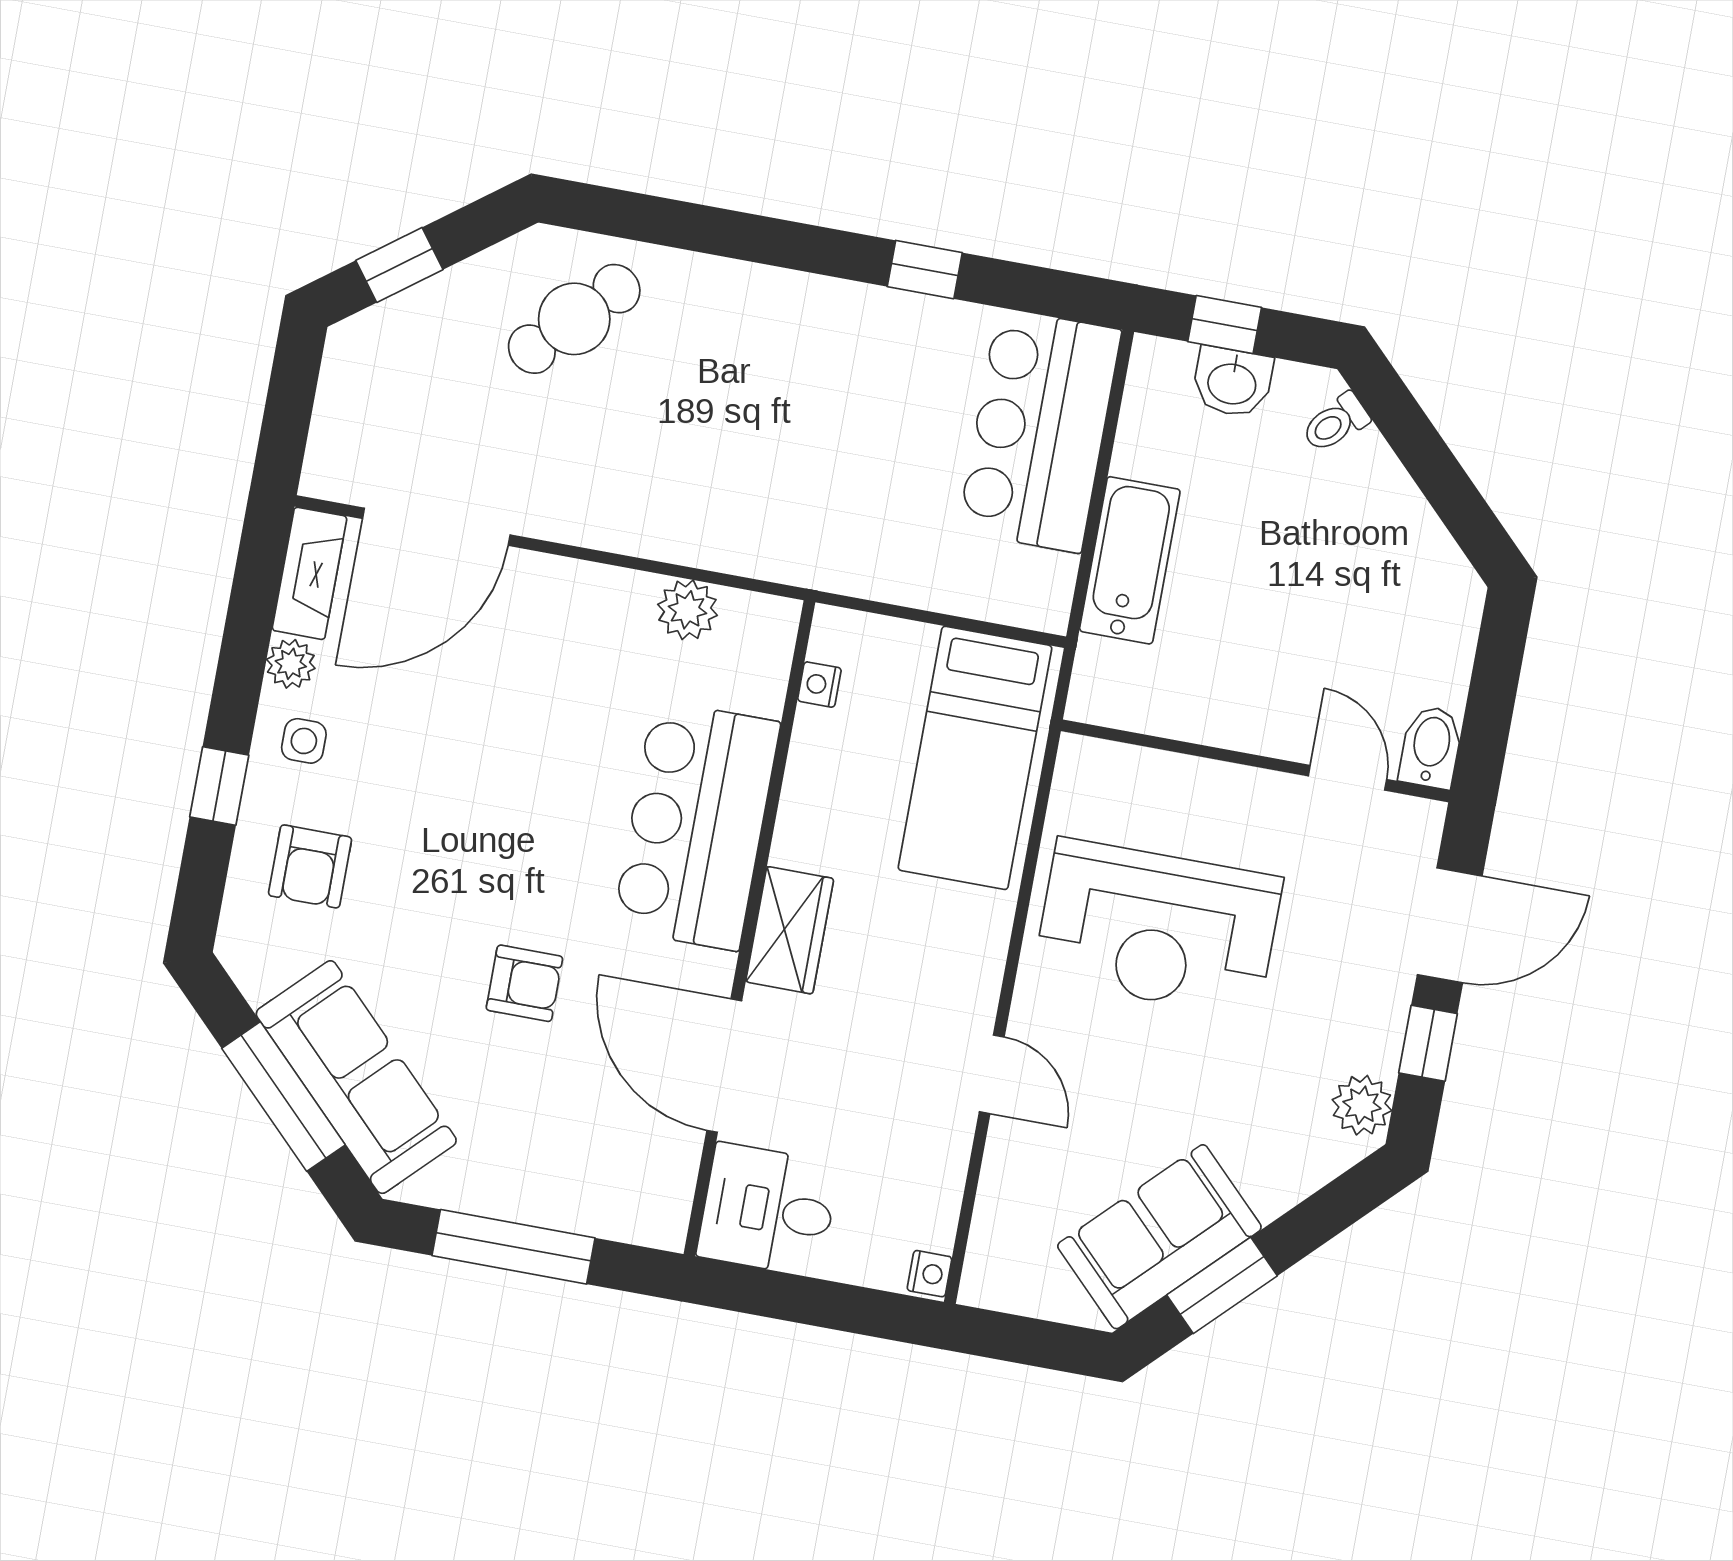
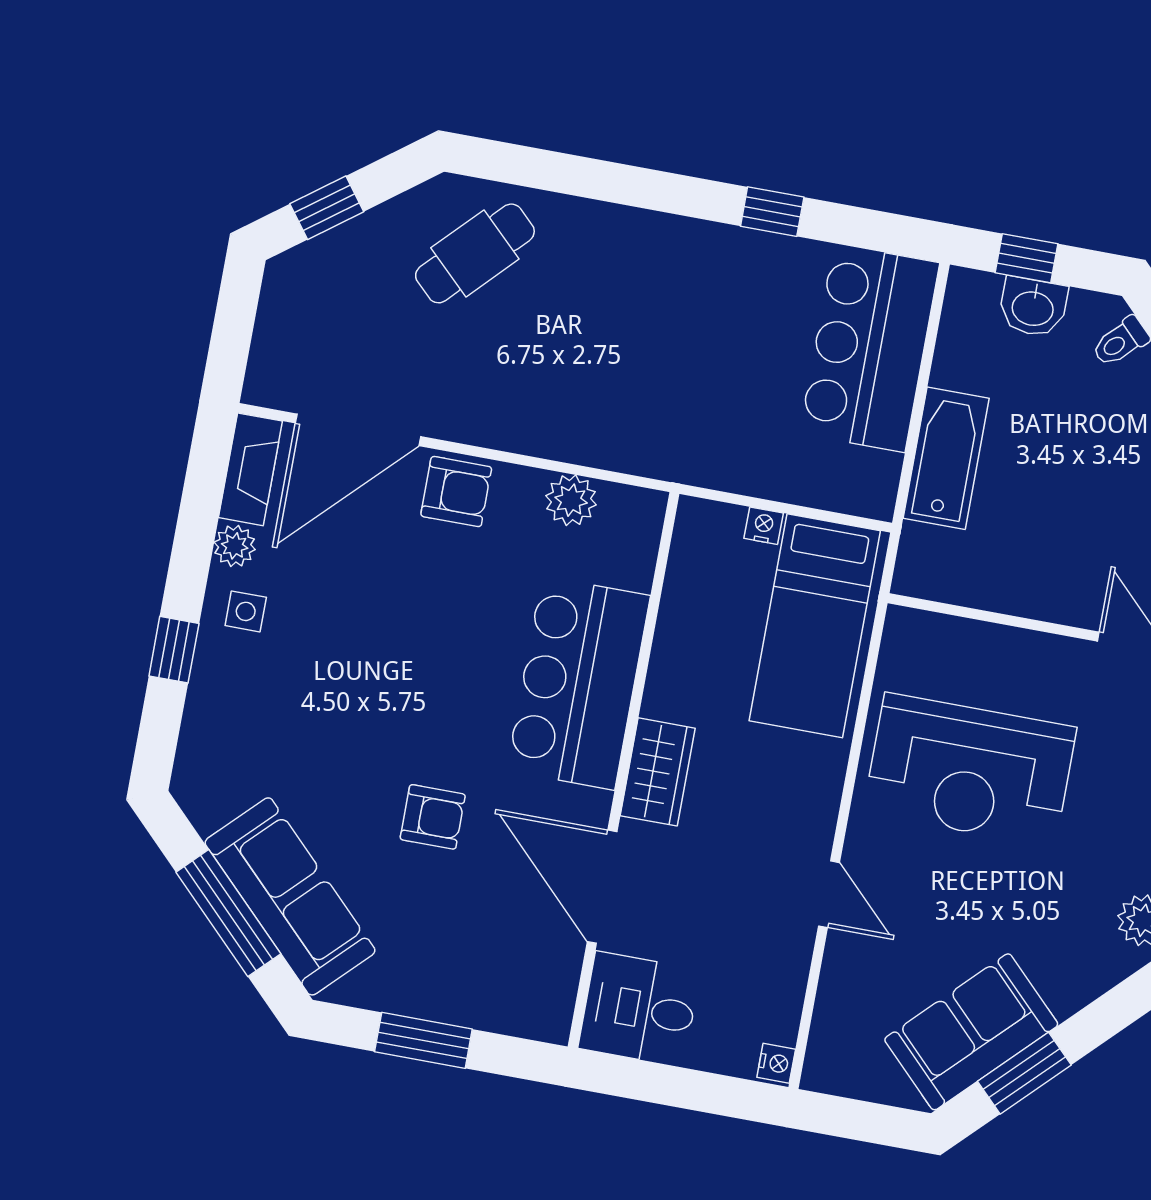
nightstand: (819, 685) -> (764, 526), moved, turned 90
armchair: (310, 866) -> (456, 492), moved, turned -90
window: (514, 1247) -> (423, 1040), width x0.69

